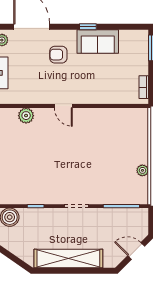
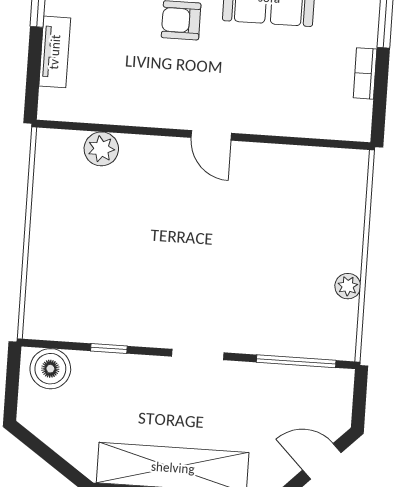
bookcase: (144, 87) -> (365, 73), moved
door: (63, 106) -> (211, 135), moved

